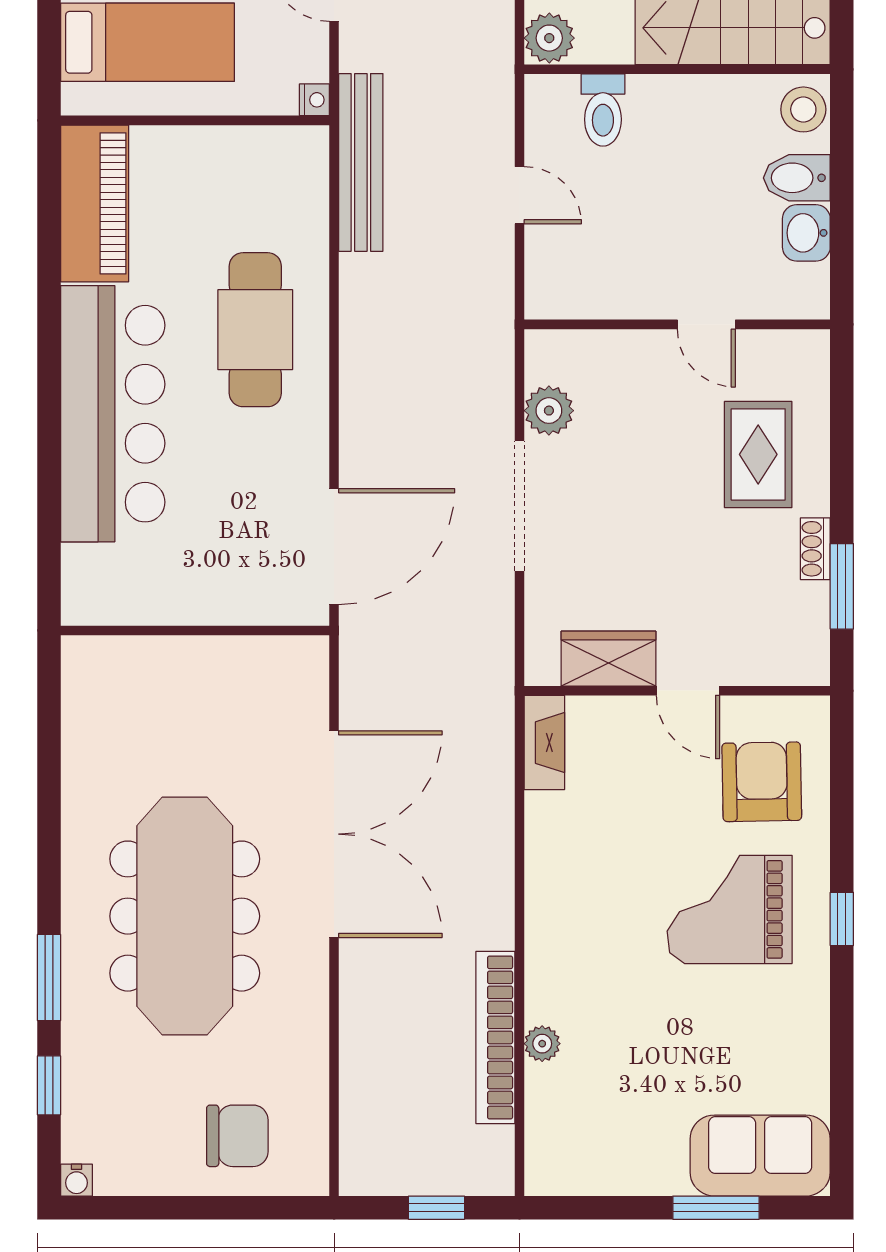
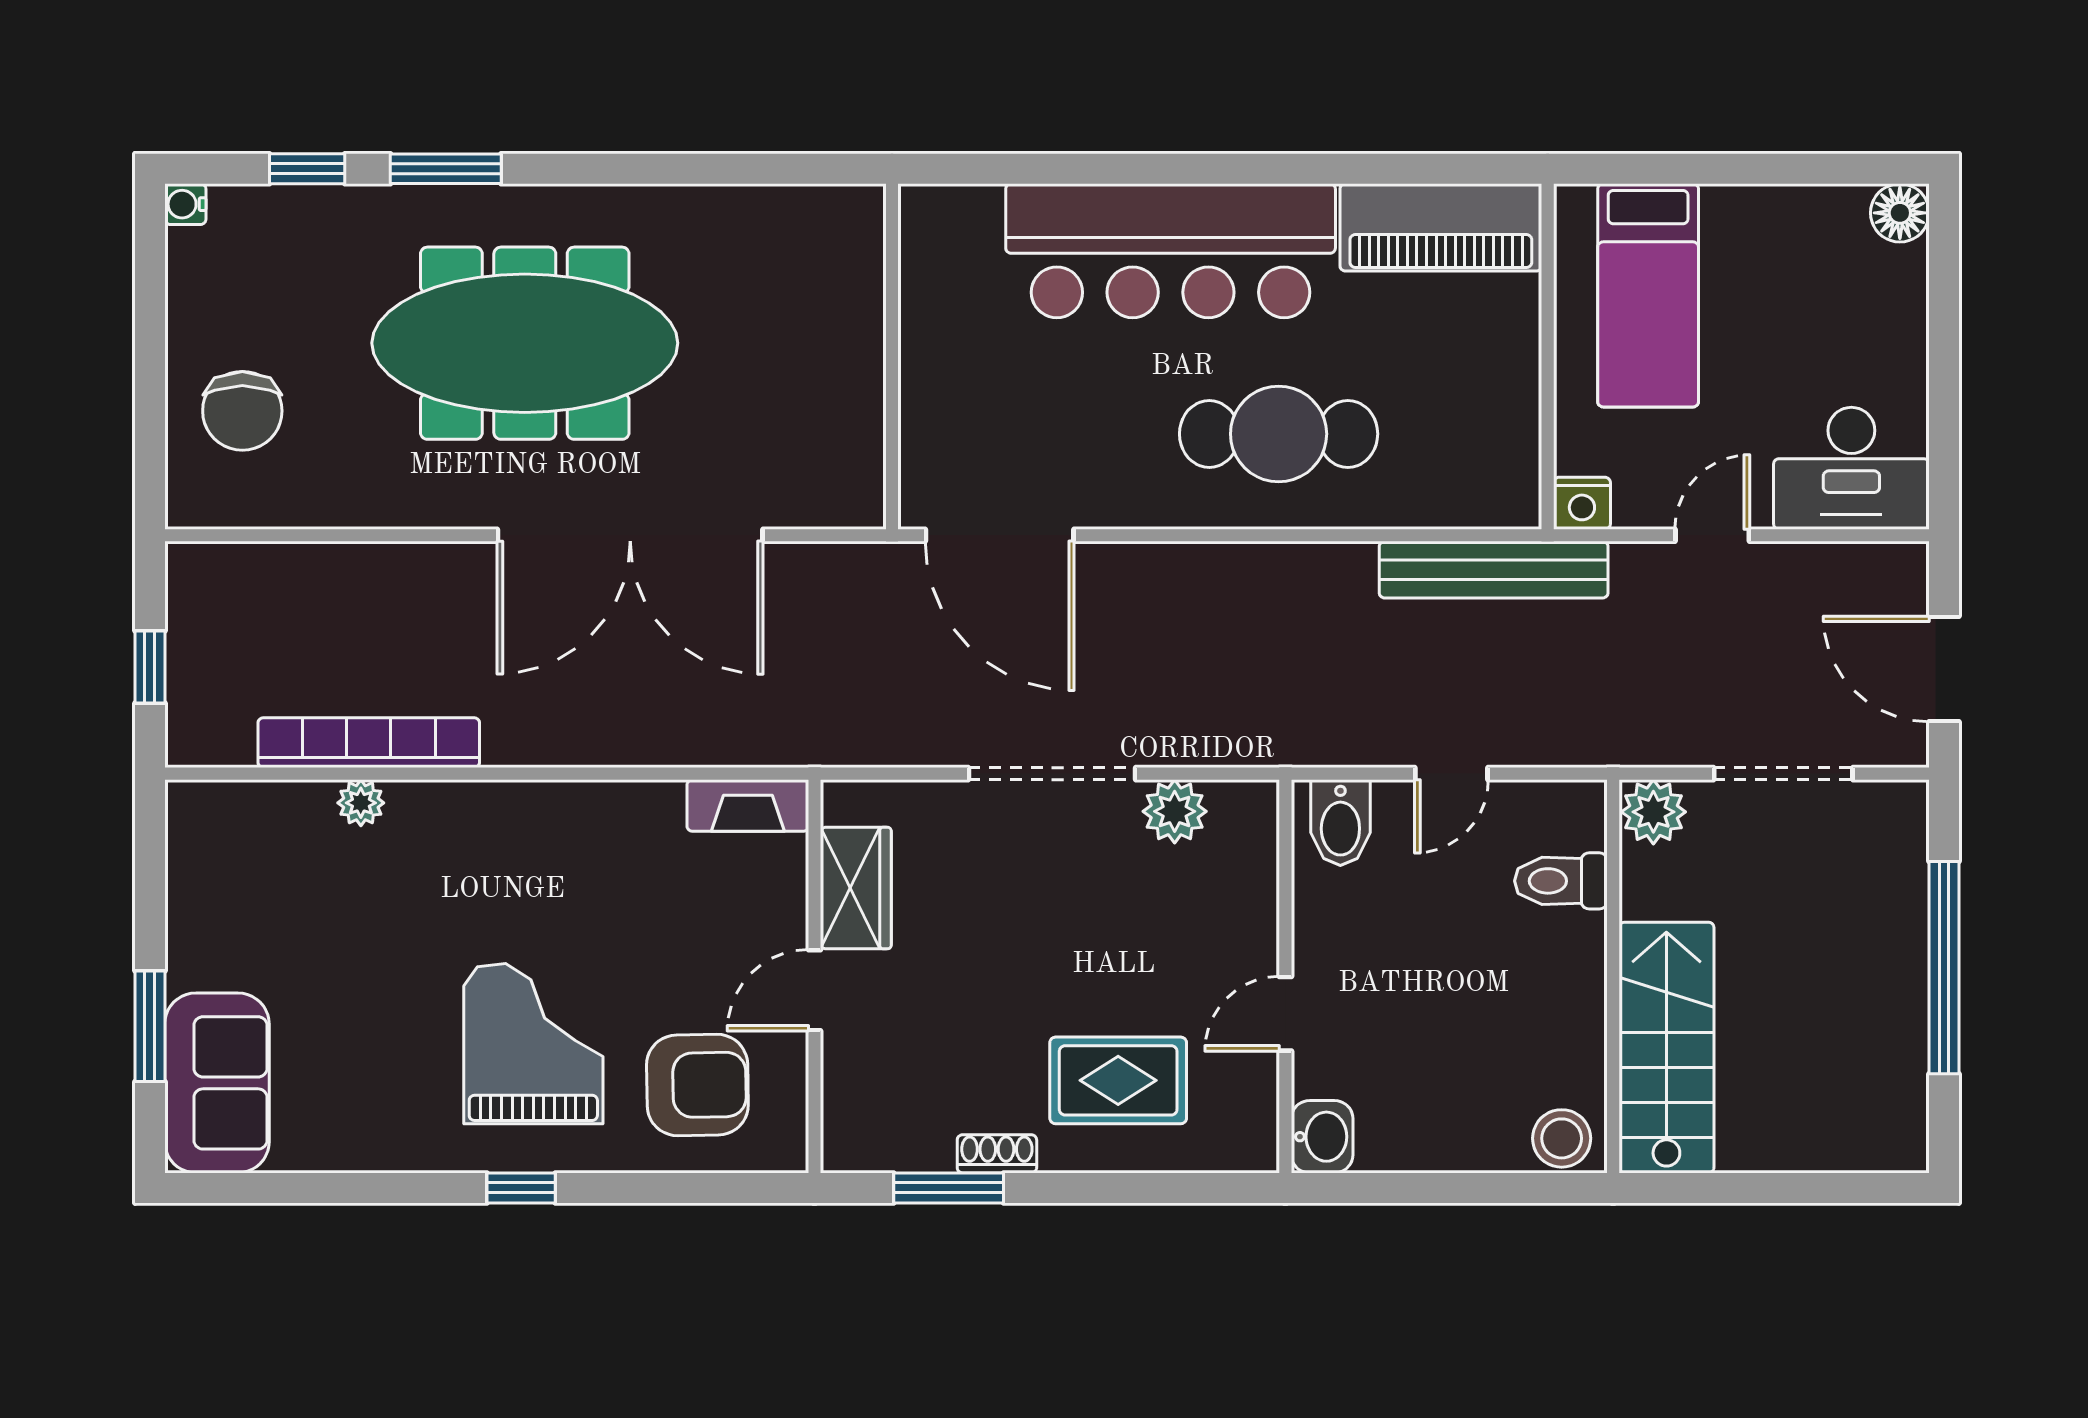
nightstand: (314, 100) -> (1582, 503), width x1.39, depth x1.35
bidet: (797, 178) -> (1340, 823), moved, turned 180
washbasin: (806, 233) -> (1322, 1137), moved, turned 90

